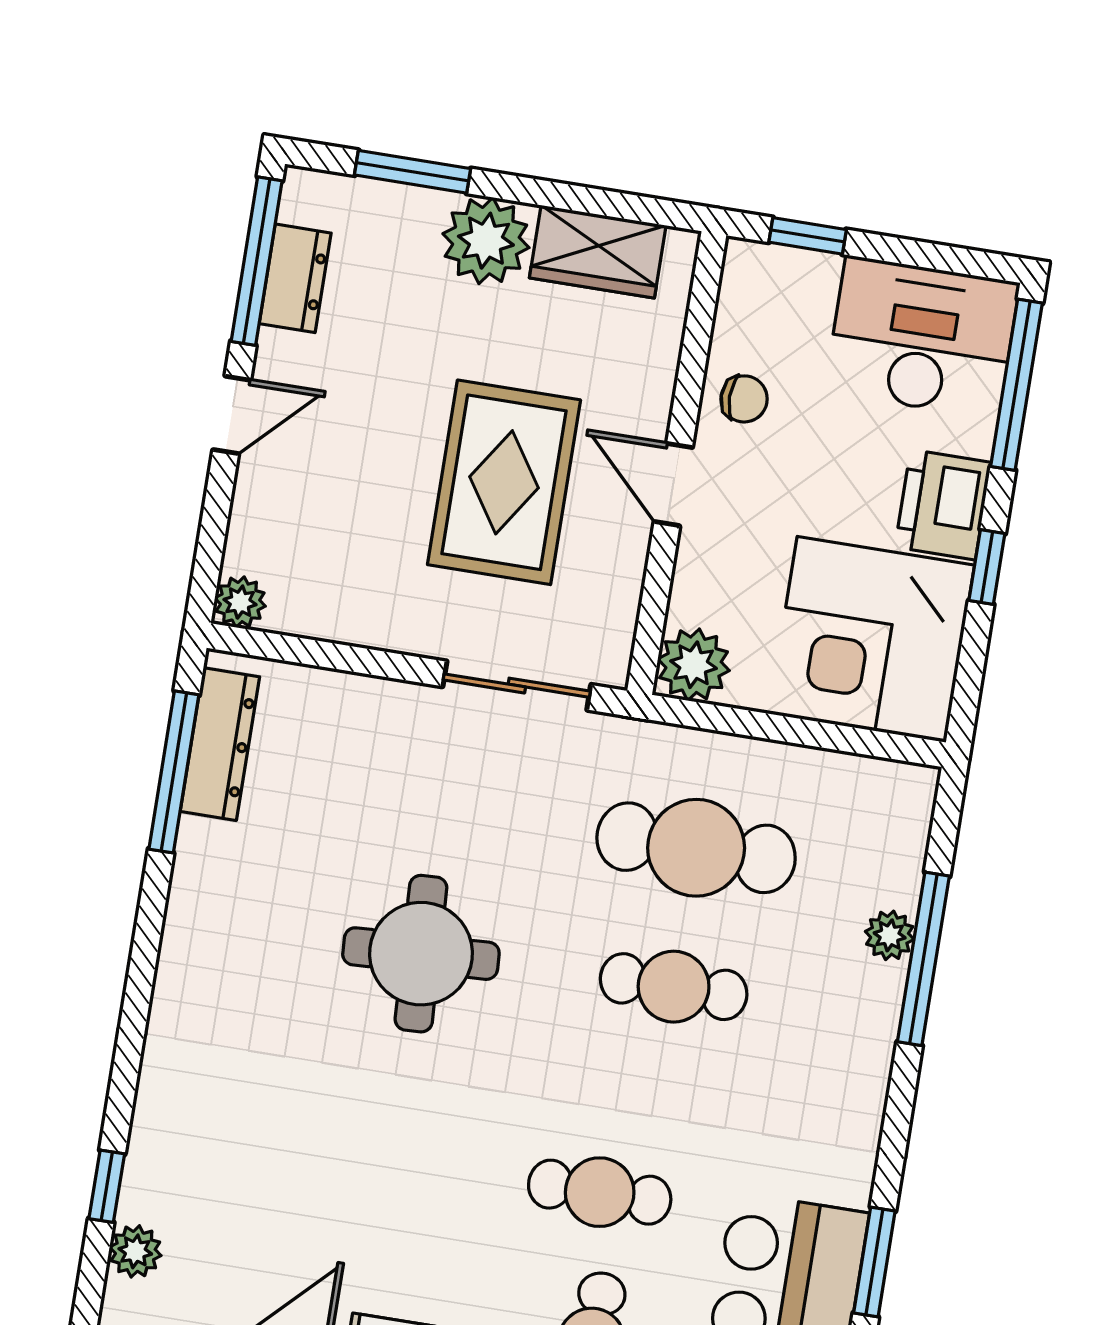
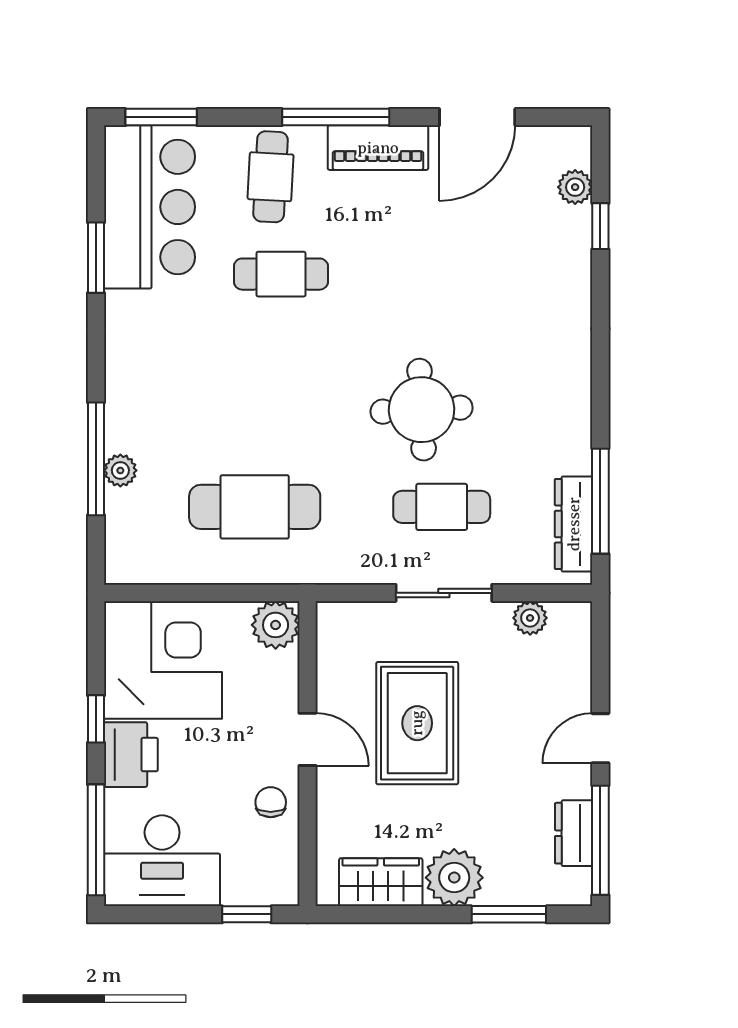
chair: (744, 399) -> (271, 802), turned 90
plant: (240, 602) -> (530, 618), moved
sliding door: (517, 686) -> (444, 593), moved
cafe table: (674, 987) -> (442, 507), moved

